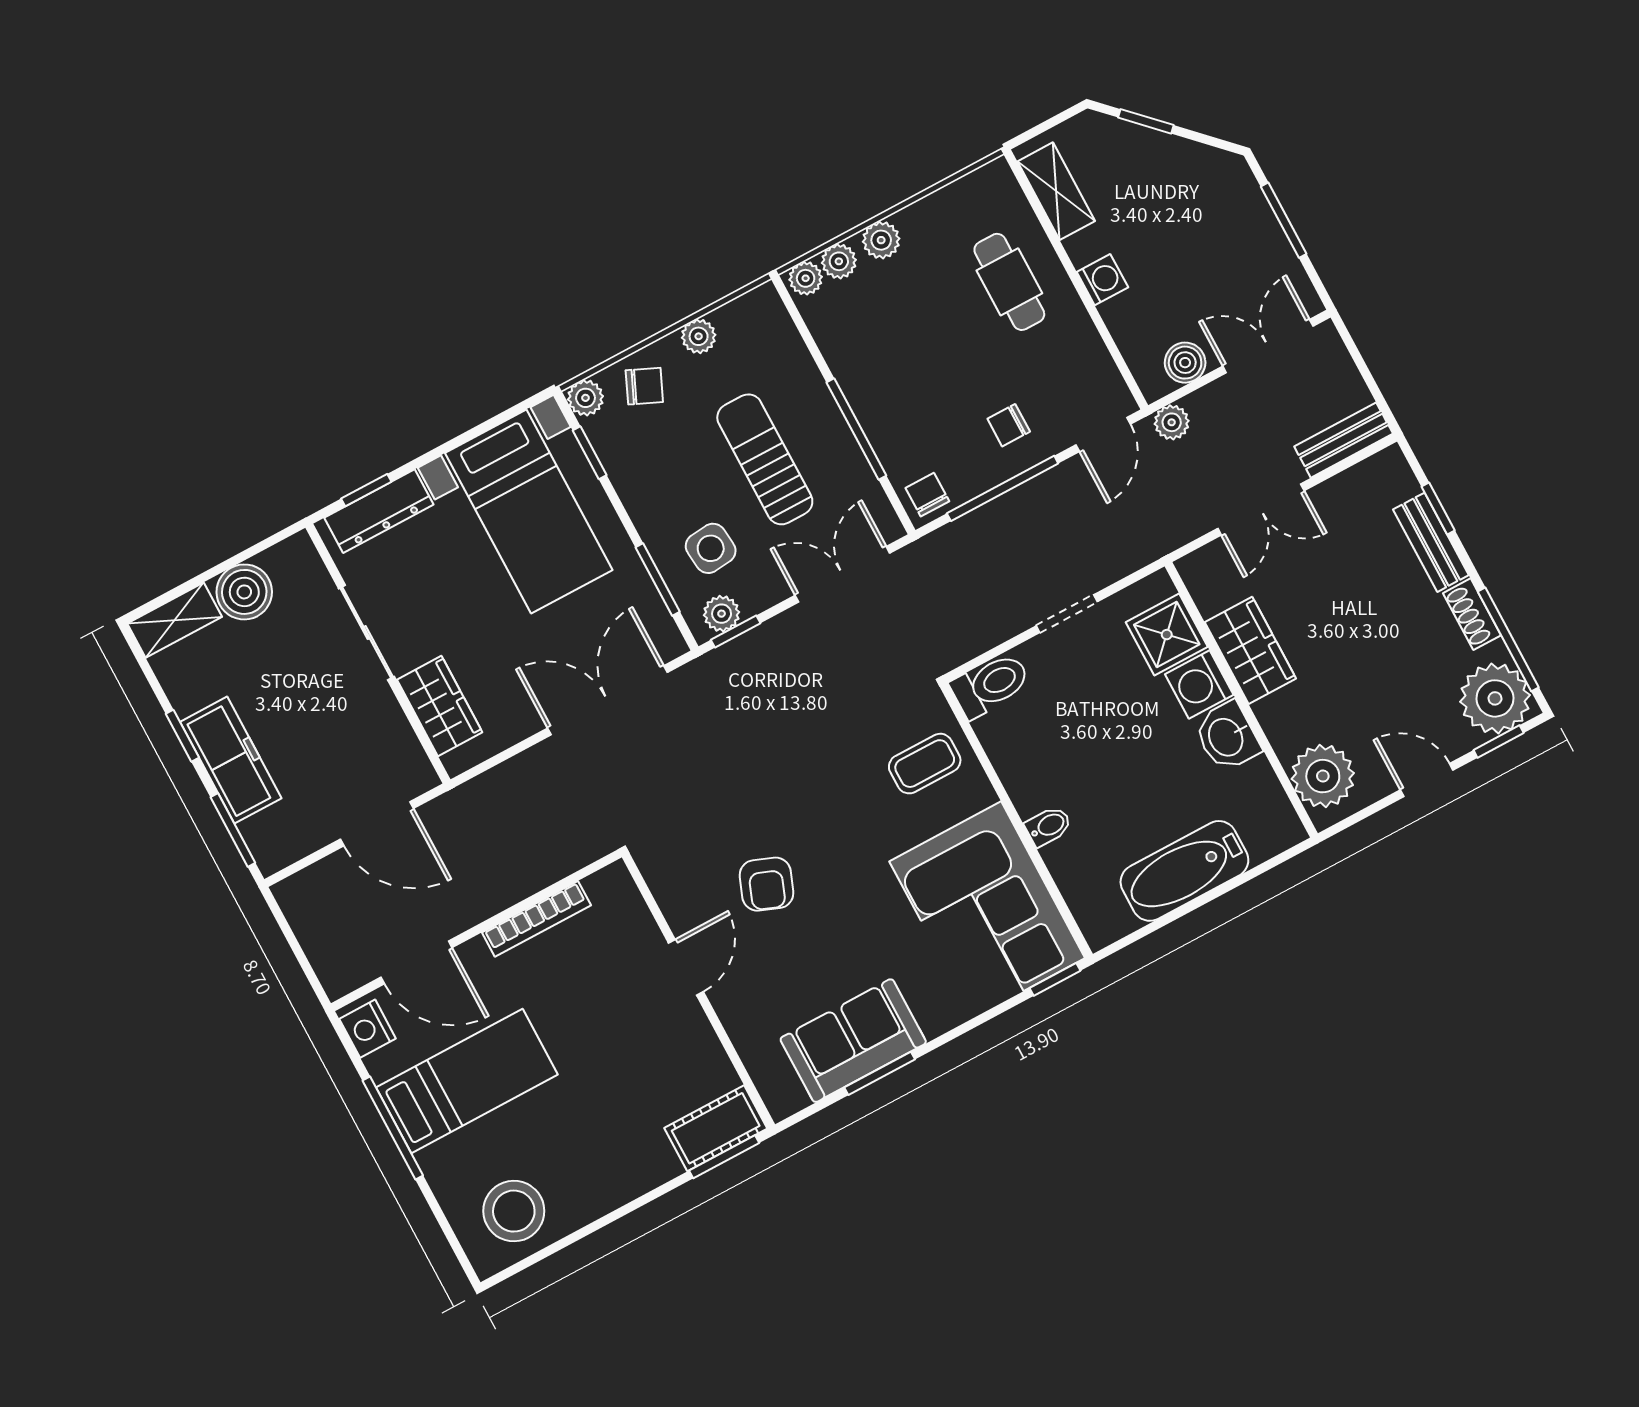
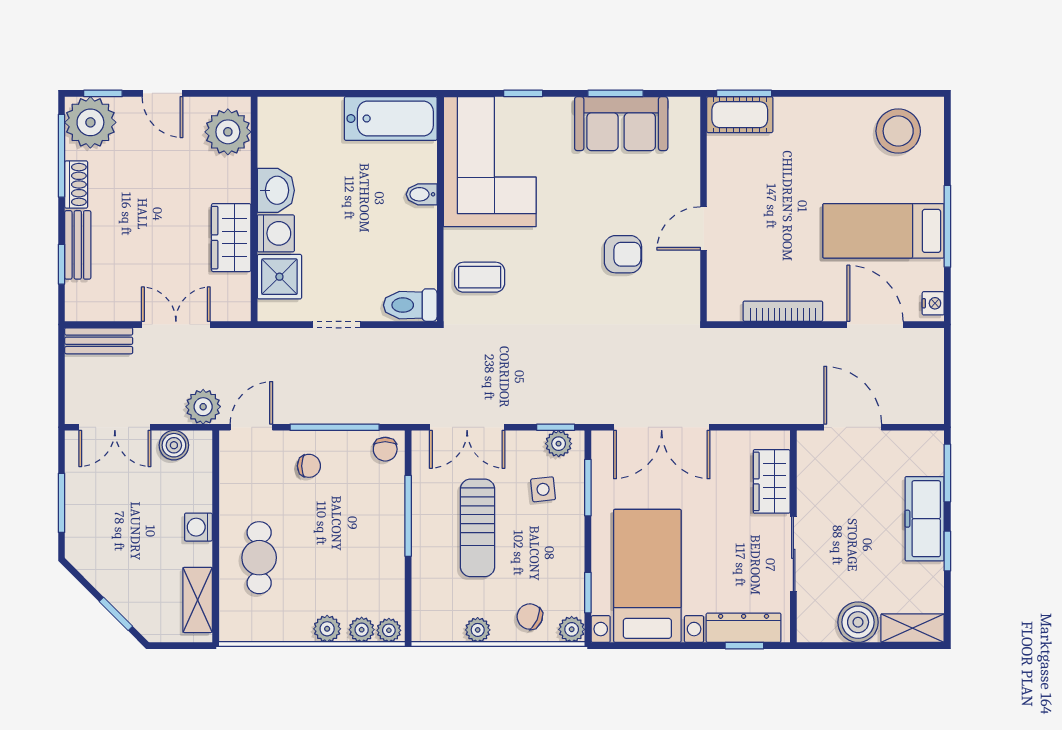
plant: (1172, 422) -> (203, 407), width x1.38, depth x1.38
side table: (711, 548) -> (543, 489), width x0.73, depth x0.73
bathtub: (1184, 871) -> (391, 119), moved
armchair: (766, 884) -> (623, 254), turned 69
window: (1055, 979) -> (523, 93), moved
nightstand: (368, 1029) -> (933, 303), width x0.72, depth x0.74

